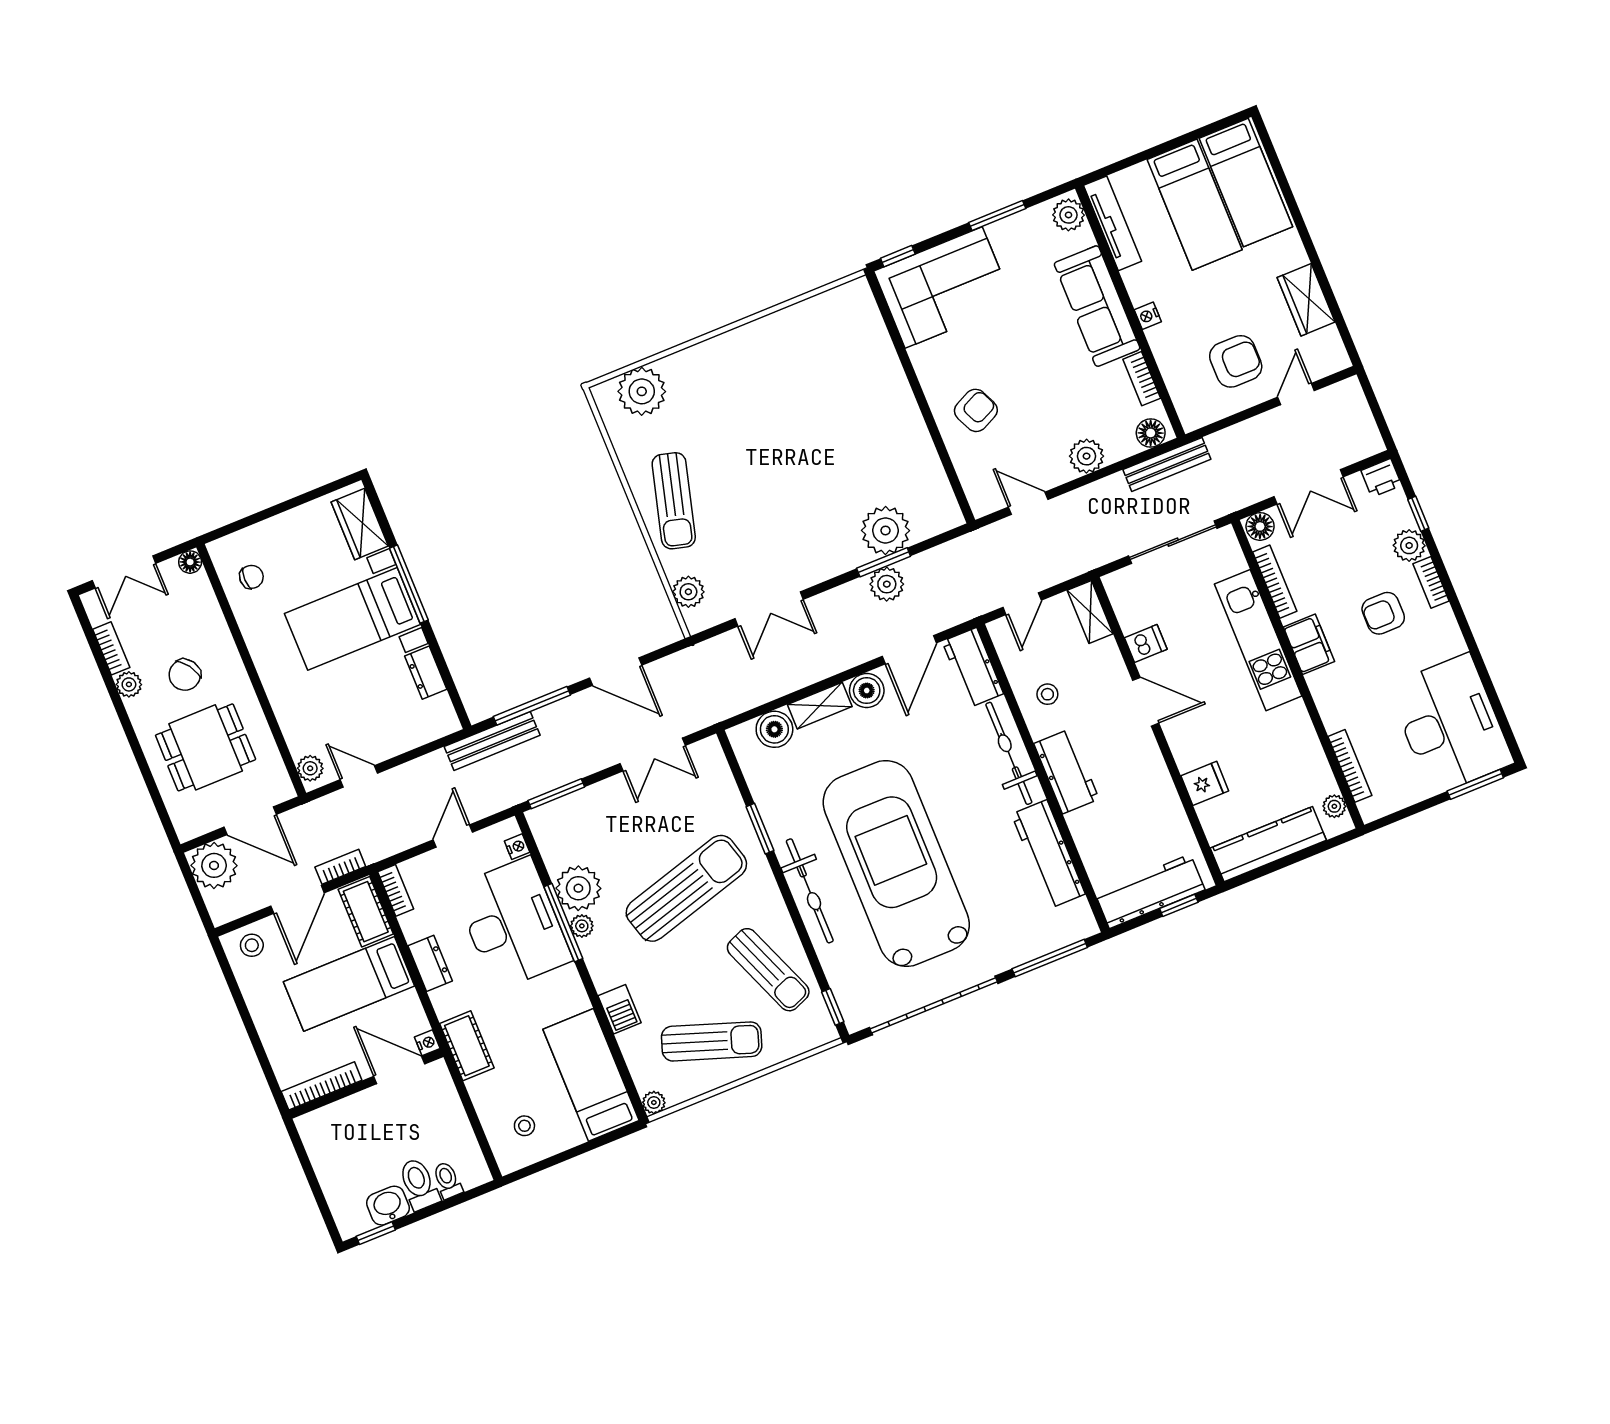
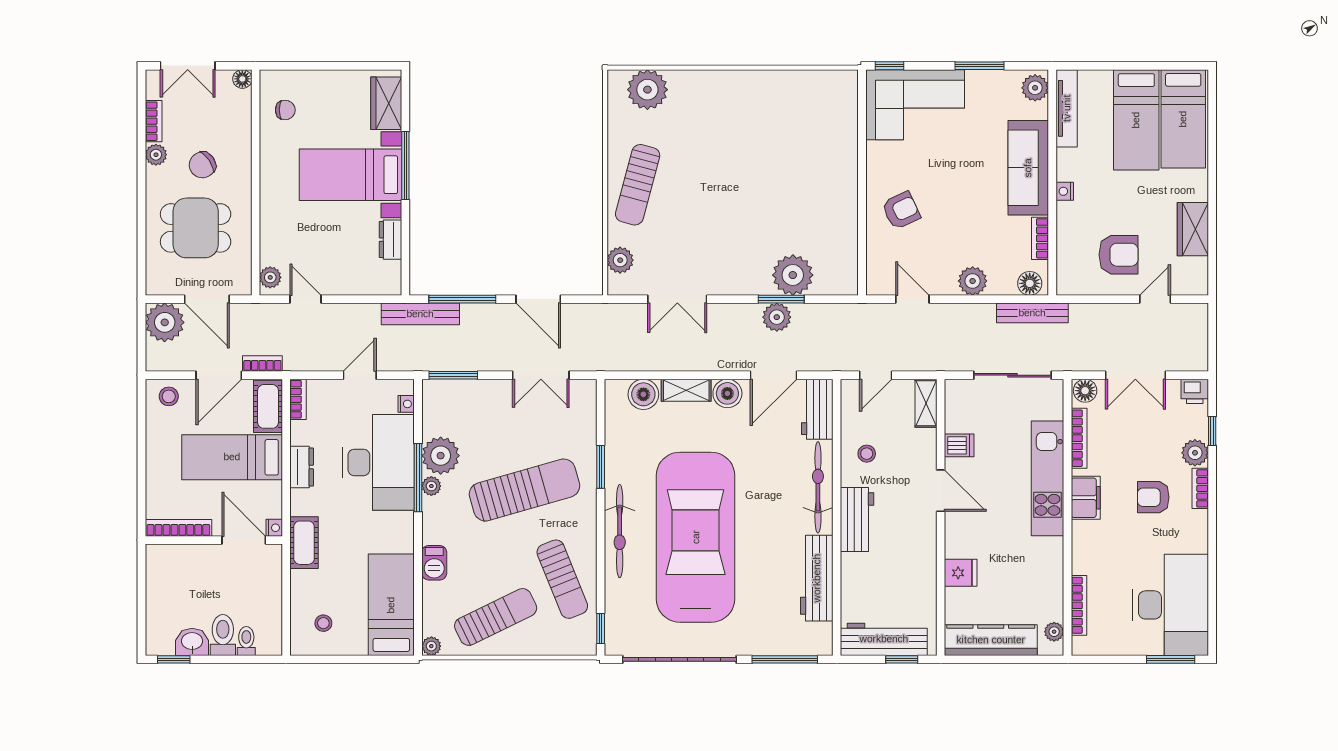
sun lounger: (712, 1041) -> (496, 617), turned -45

